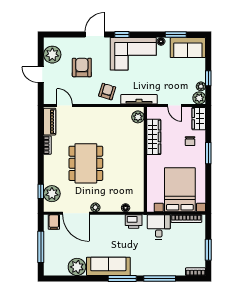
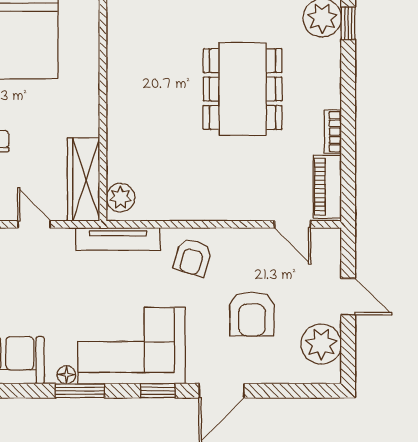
window: (176, 35) -> (80, 391), moved
wardrobe: (154, 137) -> (84, 179), moved

